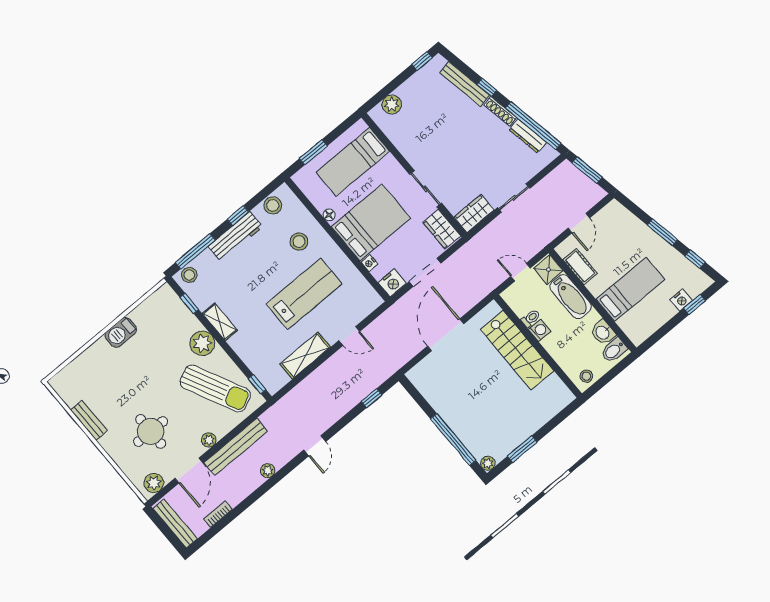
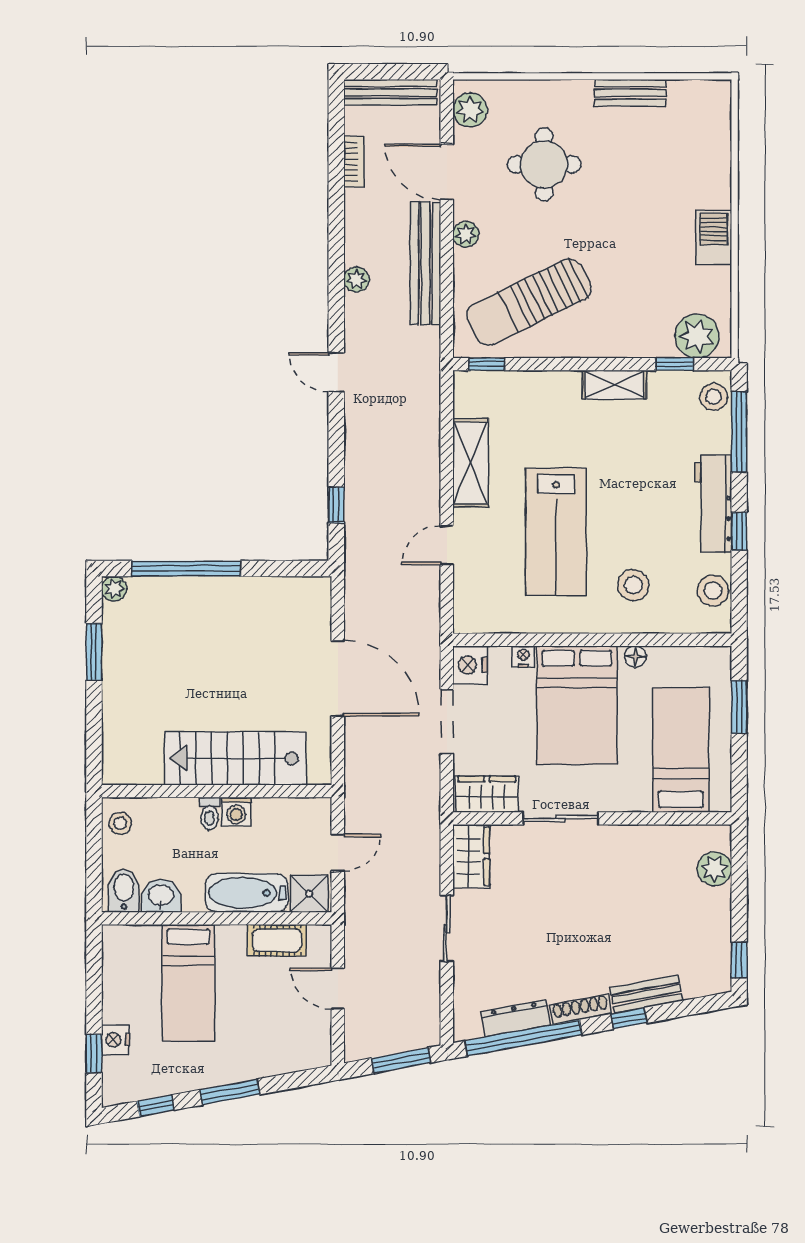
bench: (465, 84) -> (646, 994), width x0.73
toilet: (531, 318) -> (210, 813), moved
plant: (202, 343) -> (697, 336), moved

